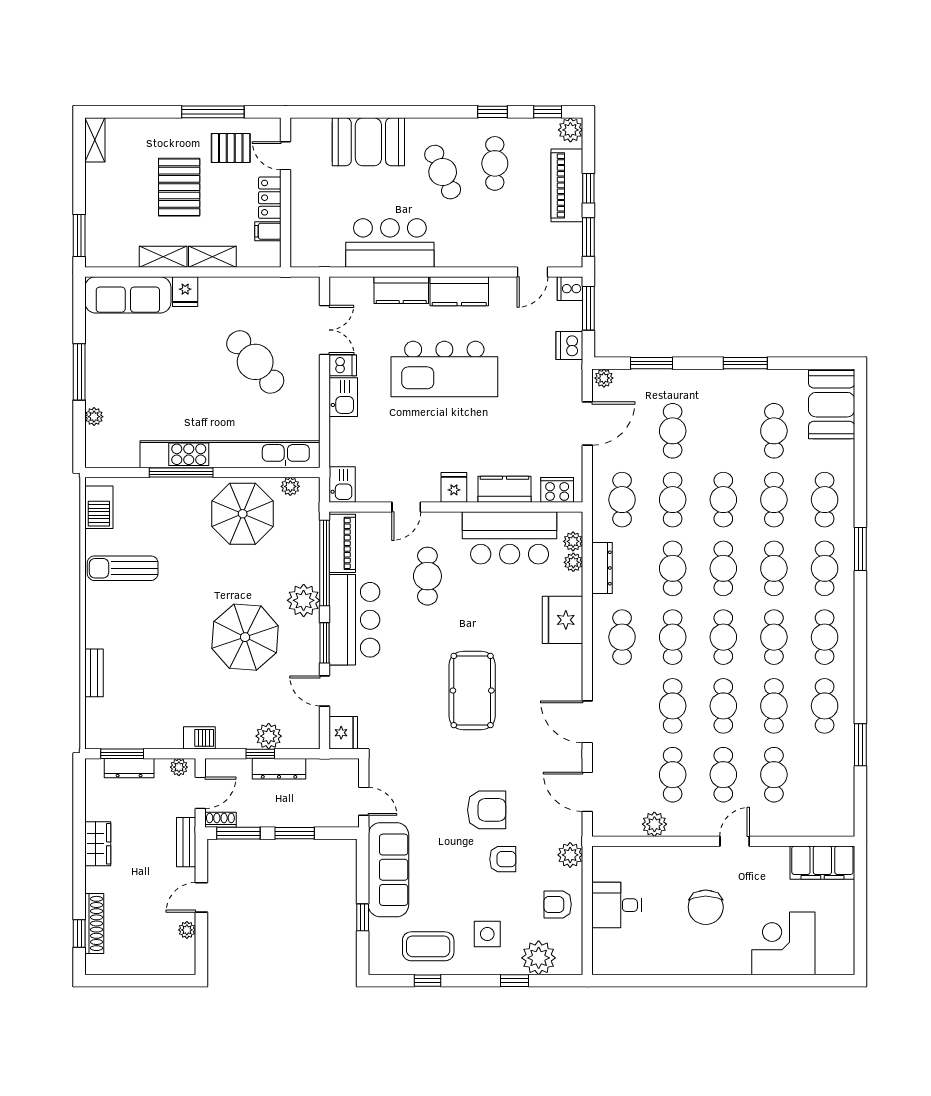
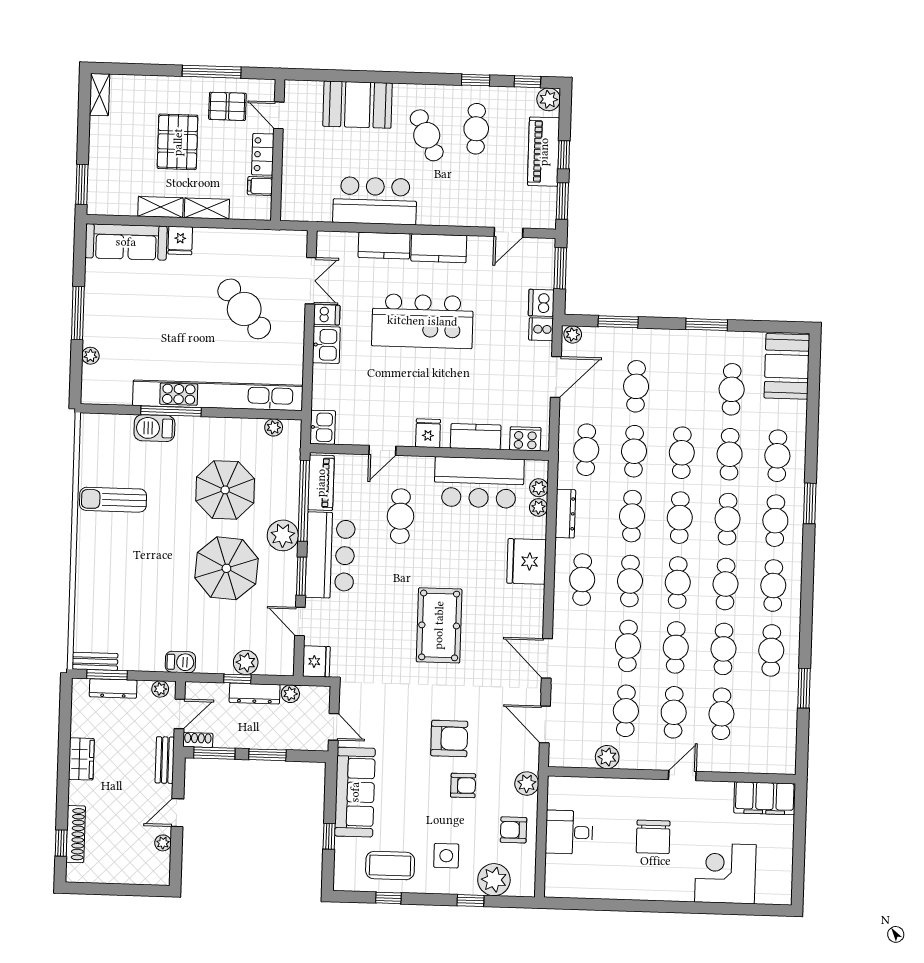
cooker: (570, 289) -> (541, 329), moved
barbecue: (99, 507) -> (154, 428), moved, turned 90
parasol: (243, 514) -> (225, 490), moved
bench: (94, 673) -> (95, 661), moved, turned 90
plant: (317, 768) -> (290, 694), added

